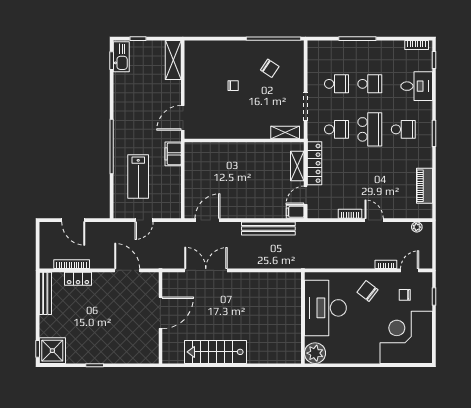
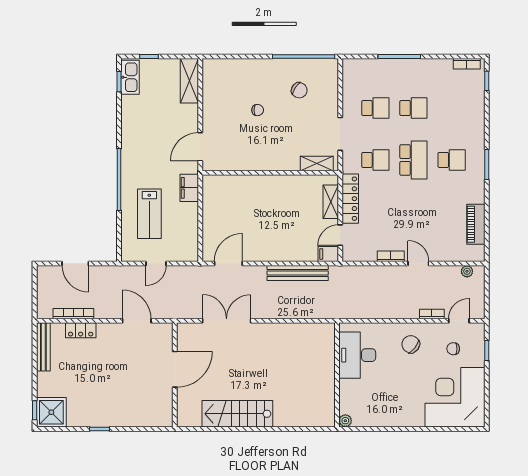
desk: (417, 86) -> (467, 111), removed
desk: (325, 308) -> (357, 355), width x0.73, depth x0.77
plant: (315, 353) -> (345, 421), width x0.53, depth x0.53

